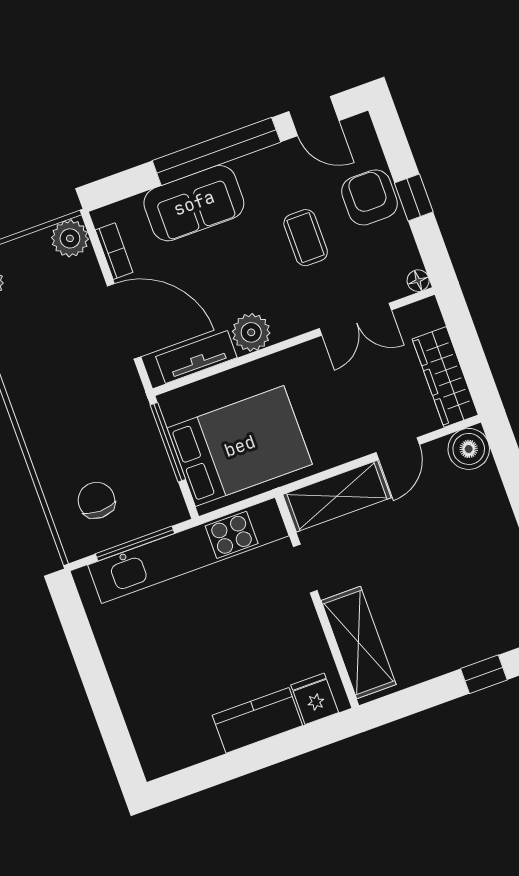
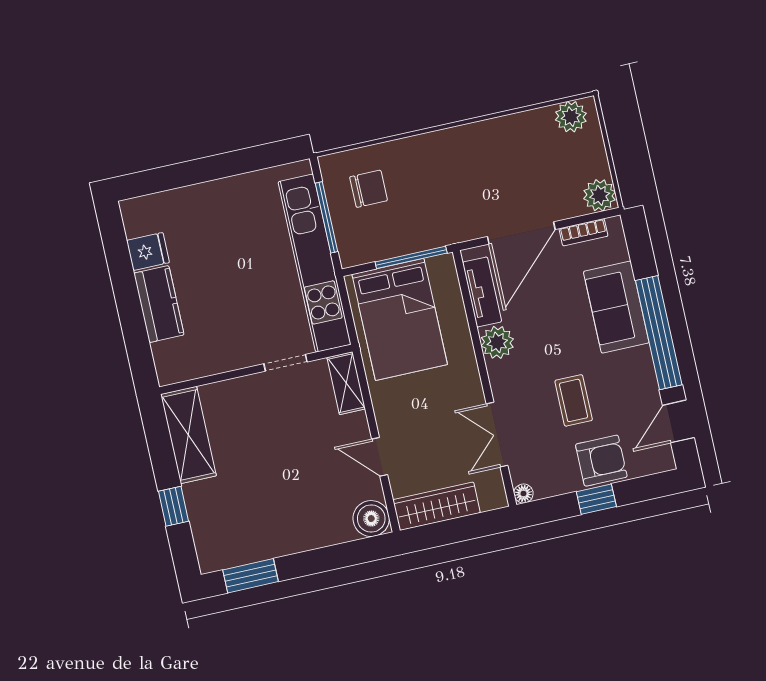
coffee table: (306, 238) -> (574, 400), turned 90
shelving: (337, 496) -> (346, 383), width x0.67, depth x0.75
shelving: (359, 642) -> (188, 435), moved, turned 90
fridge: (315, 699) -> (148, 251), moved

